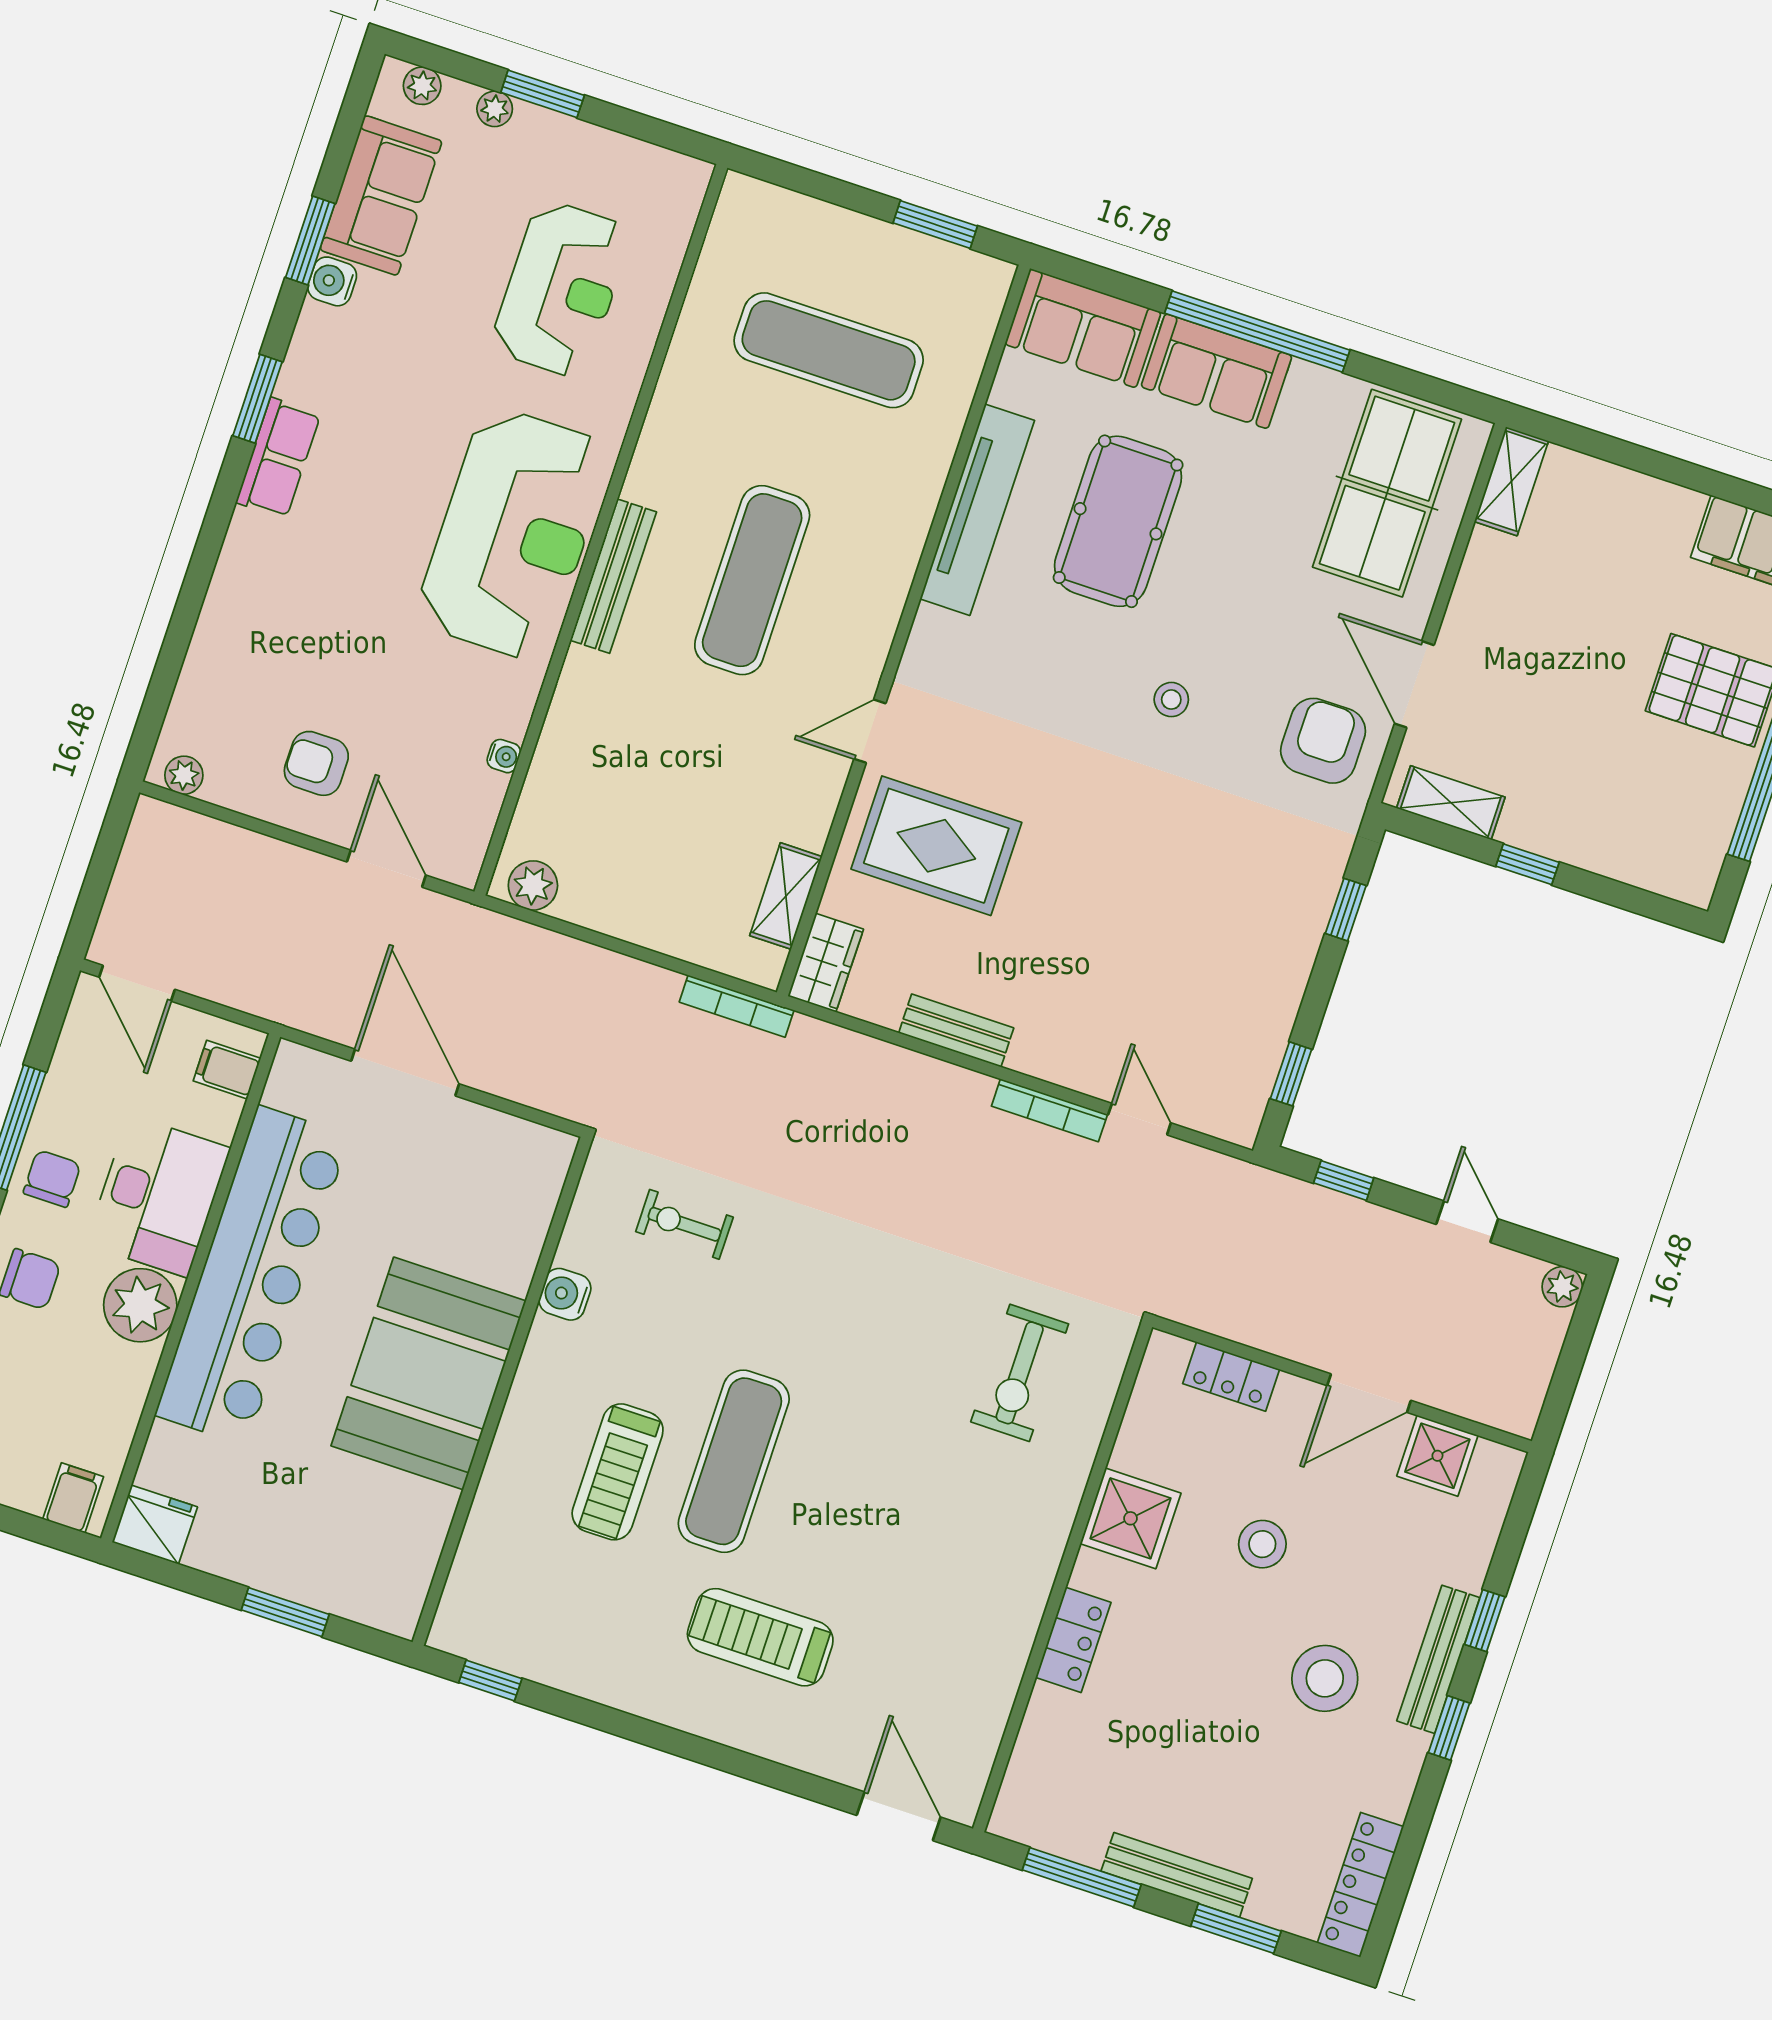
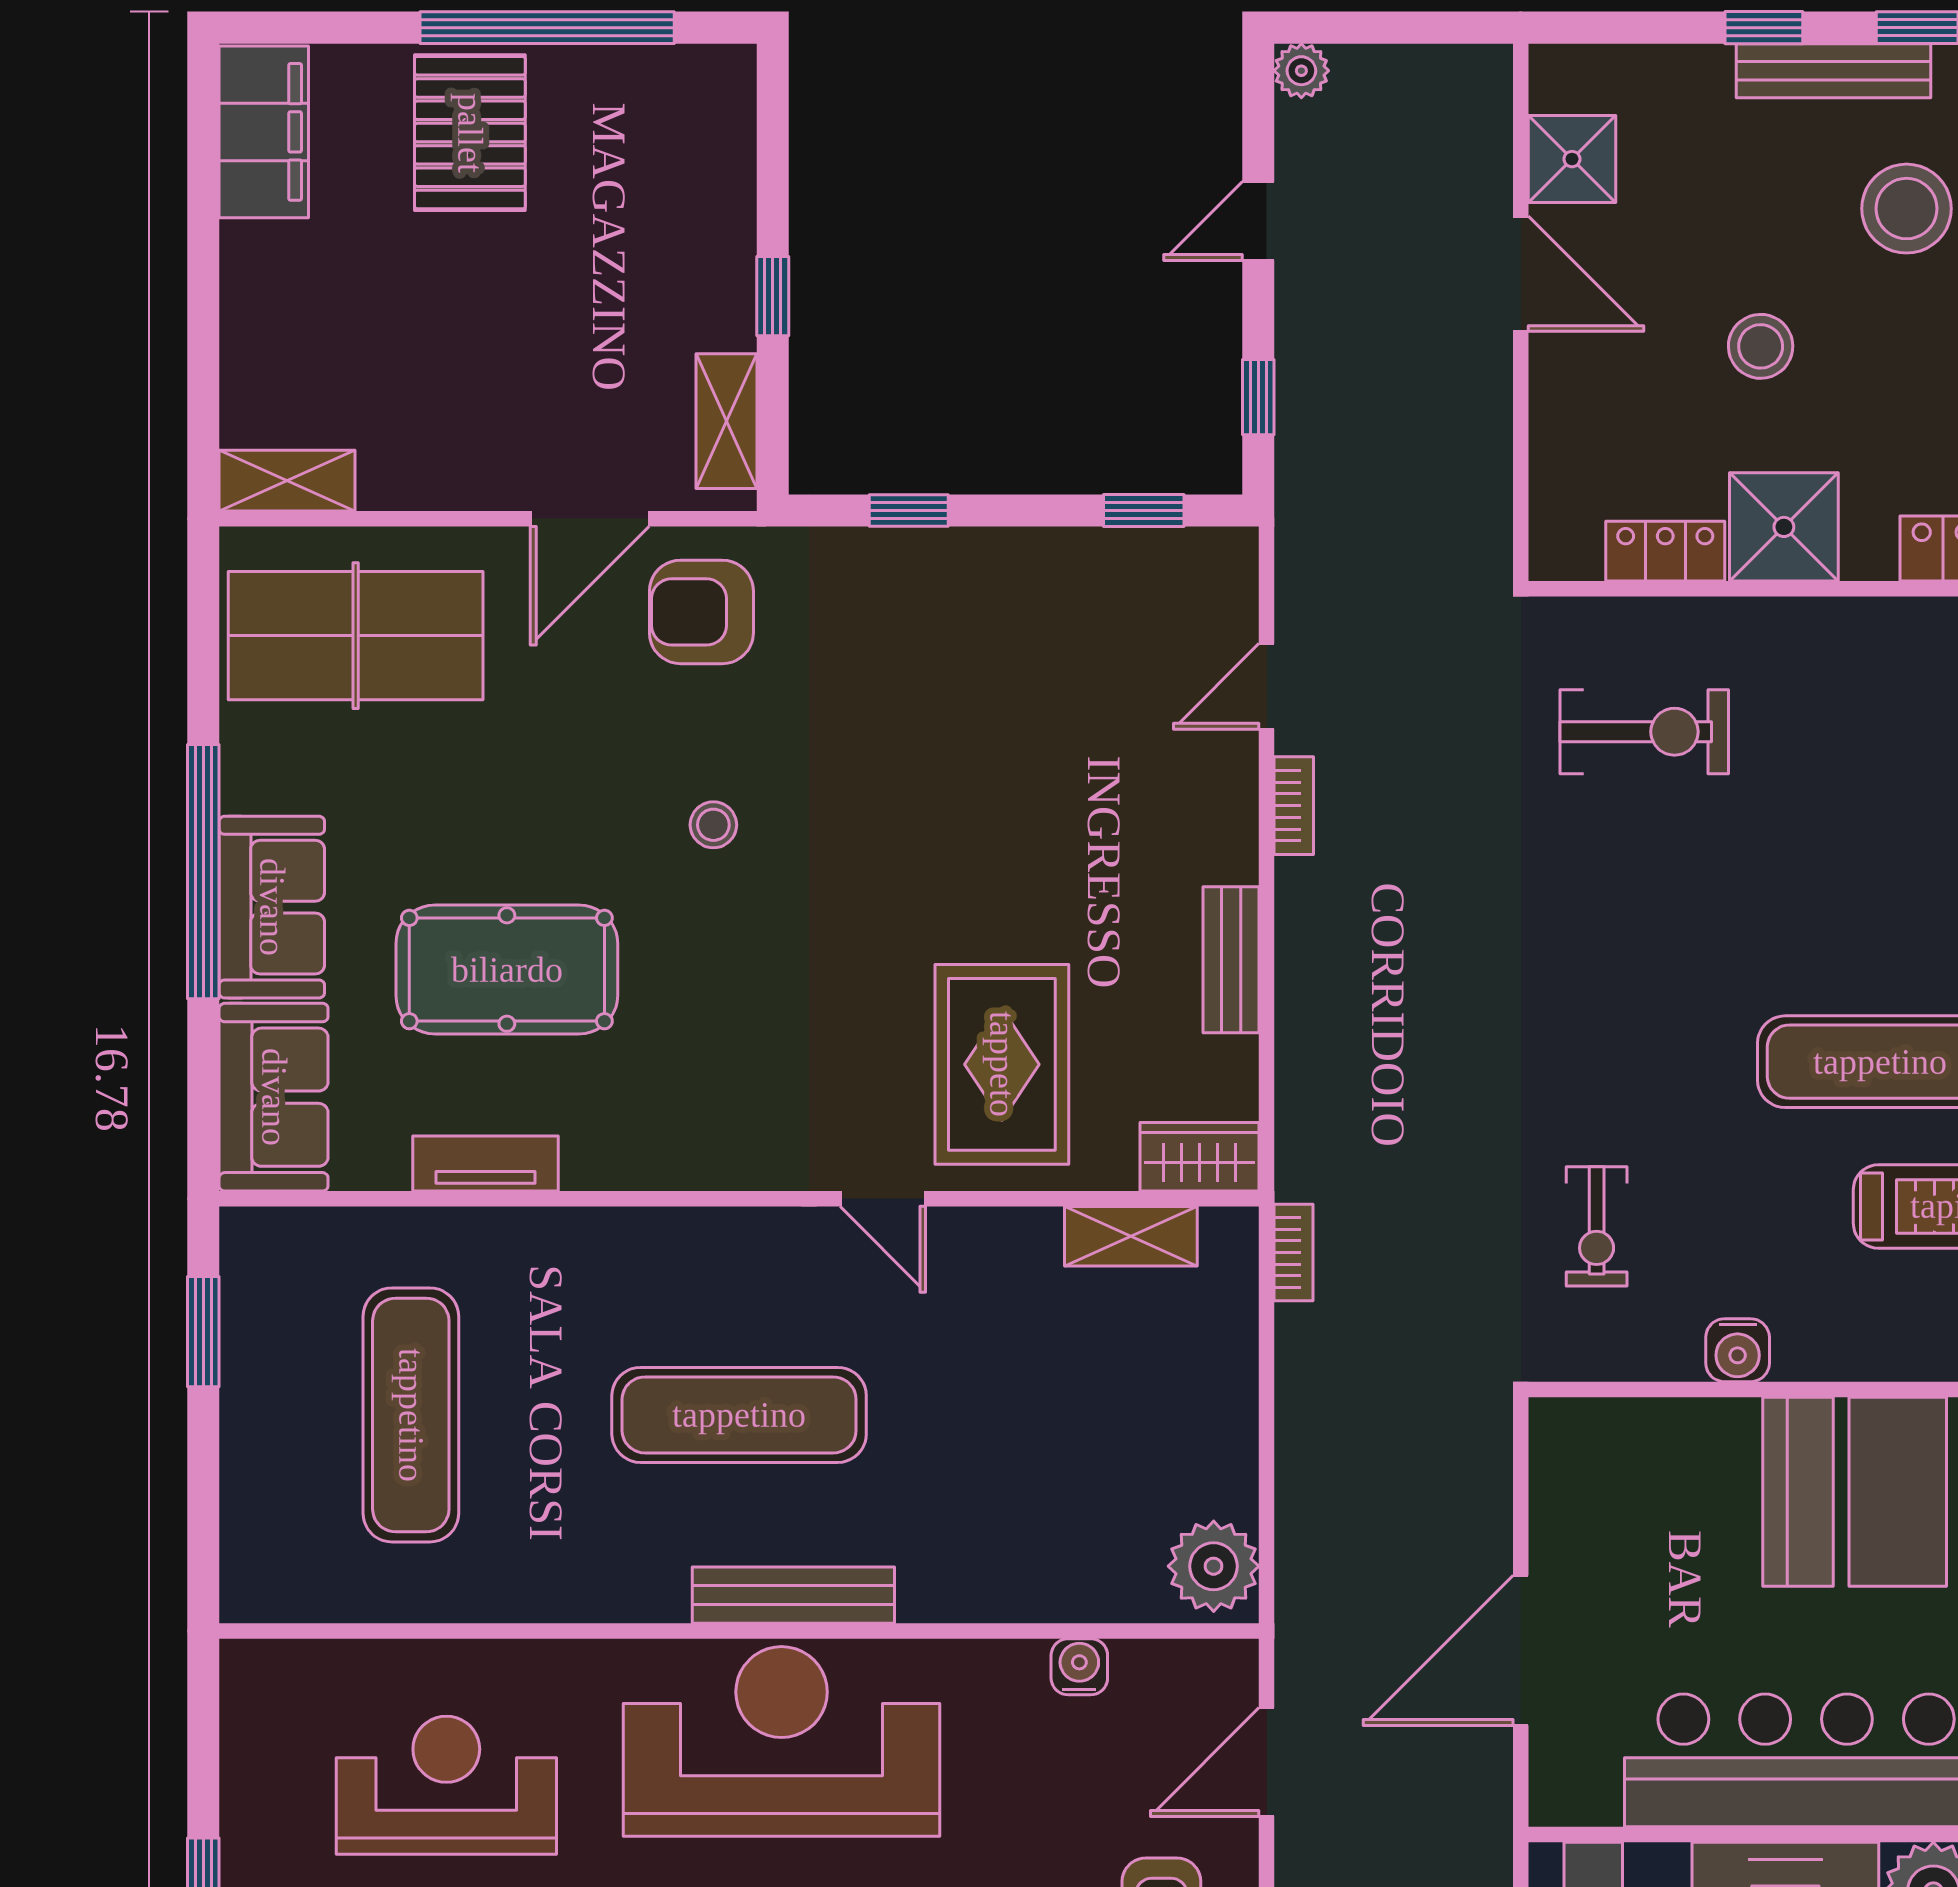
tv unit: (977, 510) -> (485, 1163), width x0.52, depth x0.78
water cooler: (504, 756) -> (1079, 1667), width x1.38, depth x1.38
plant: (533, 885) -> (1214, 1566), width x1.36, depth x1.36
bookcase: (737, 1006) -> (1294, 1253), width x0.64
bookcase: (1049, 1110) -> (1294, 806), width x0.64
locker: (1231, 1376) -> (1665, 551), moved, turned -90

